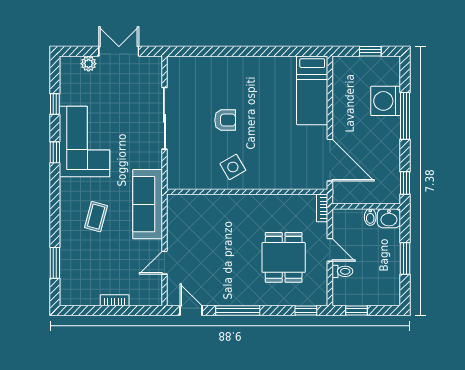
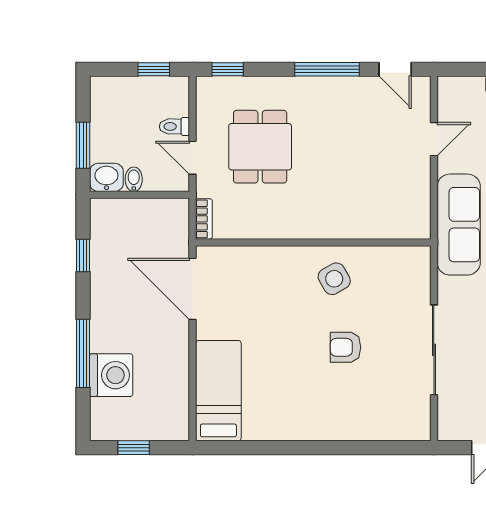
wall: (366, 206) -> (140, 195), moved
bidet: (370, 217) -> (134, 179), moved
washbasin: (389, 218) -> (106, 177), moved

